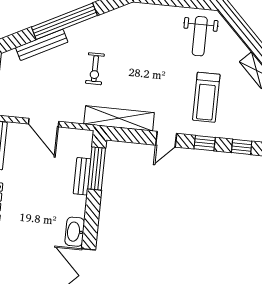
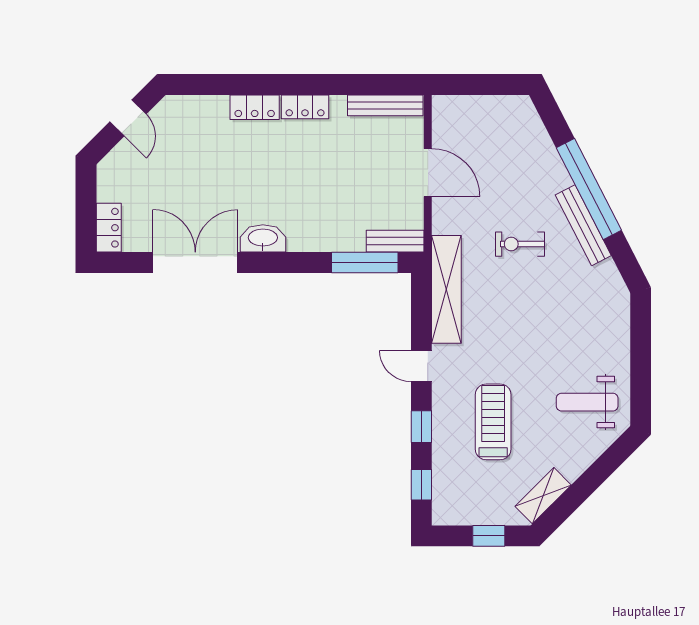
bench: (42, 45) -> (583, 225), moved
treadmill: (206, 97) -> (493, 422), turned 90
door: (44, 123) -> (428, 173), swing flipped
bench: (82, 176) -> (395, 241), moved

